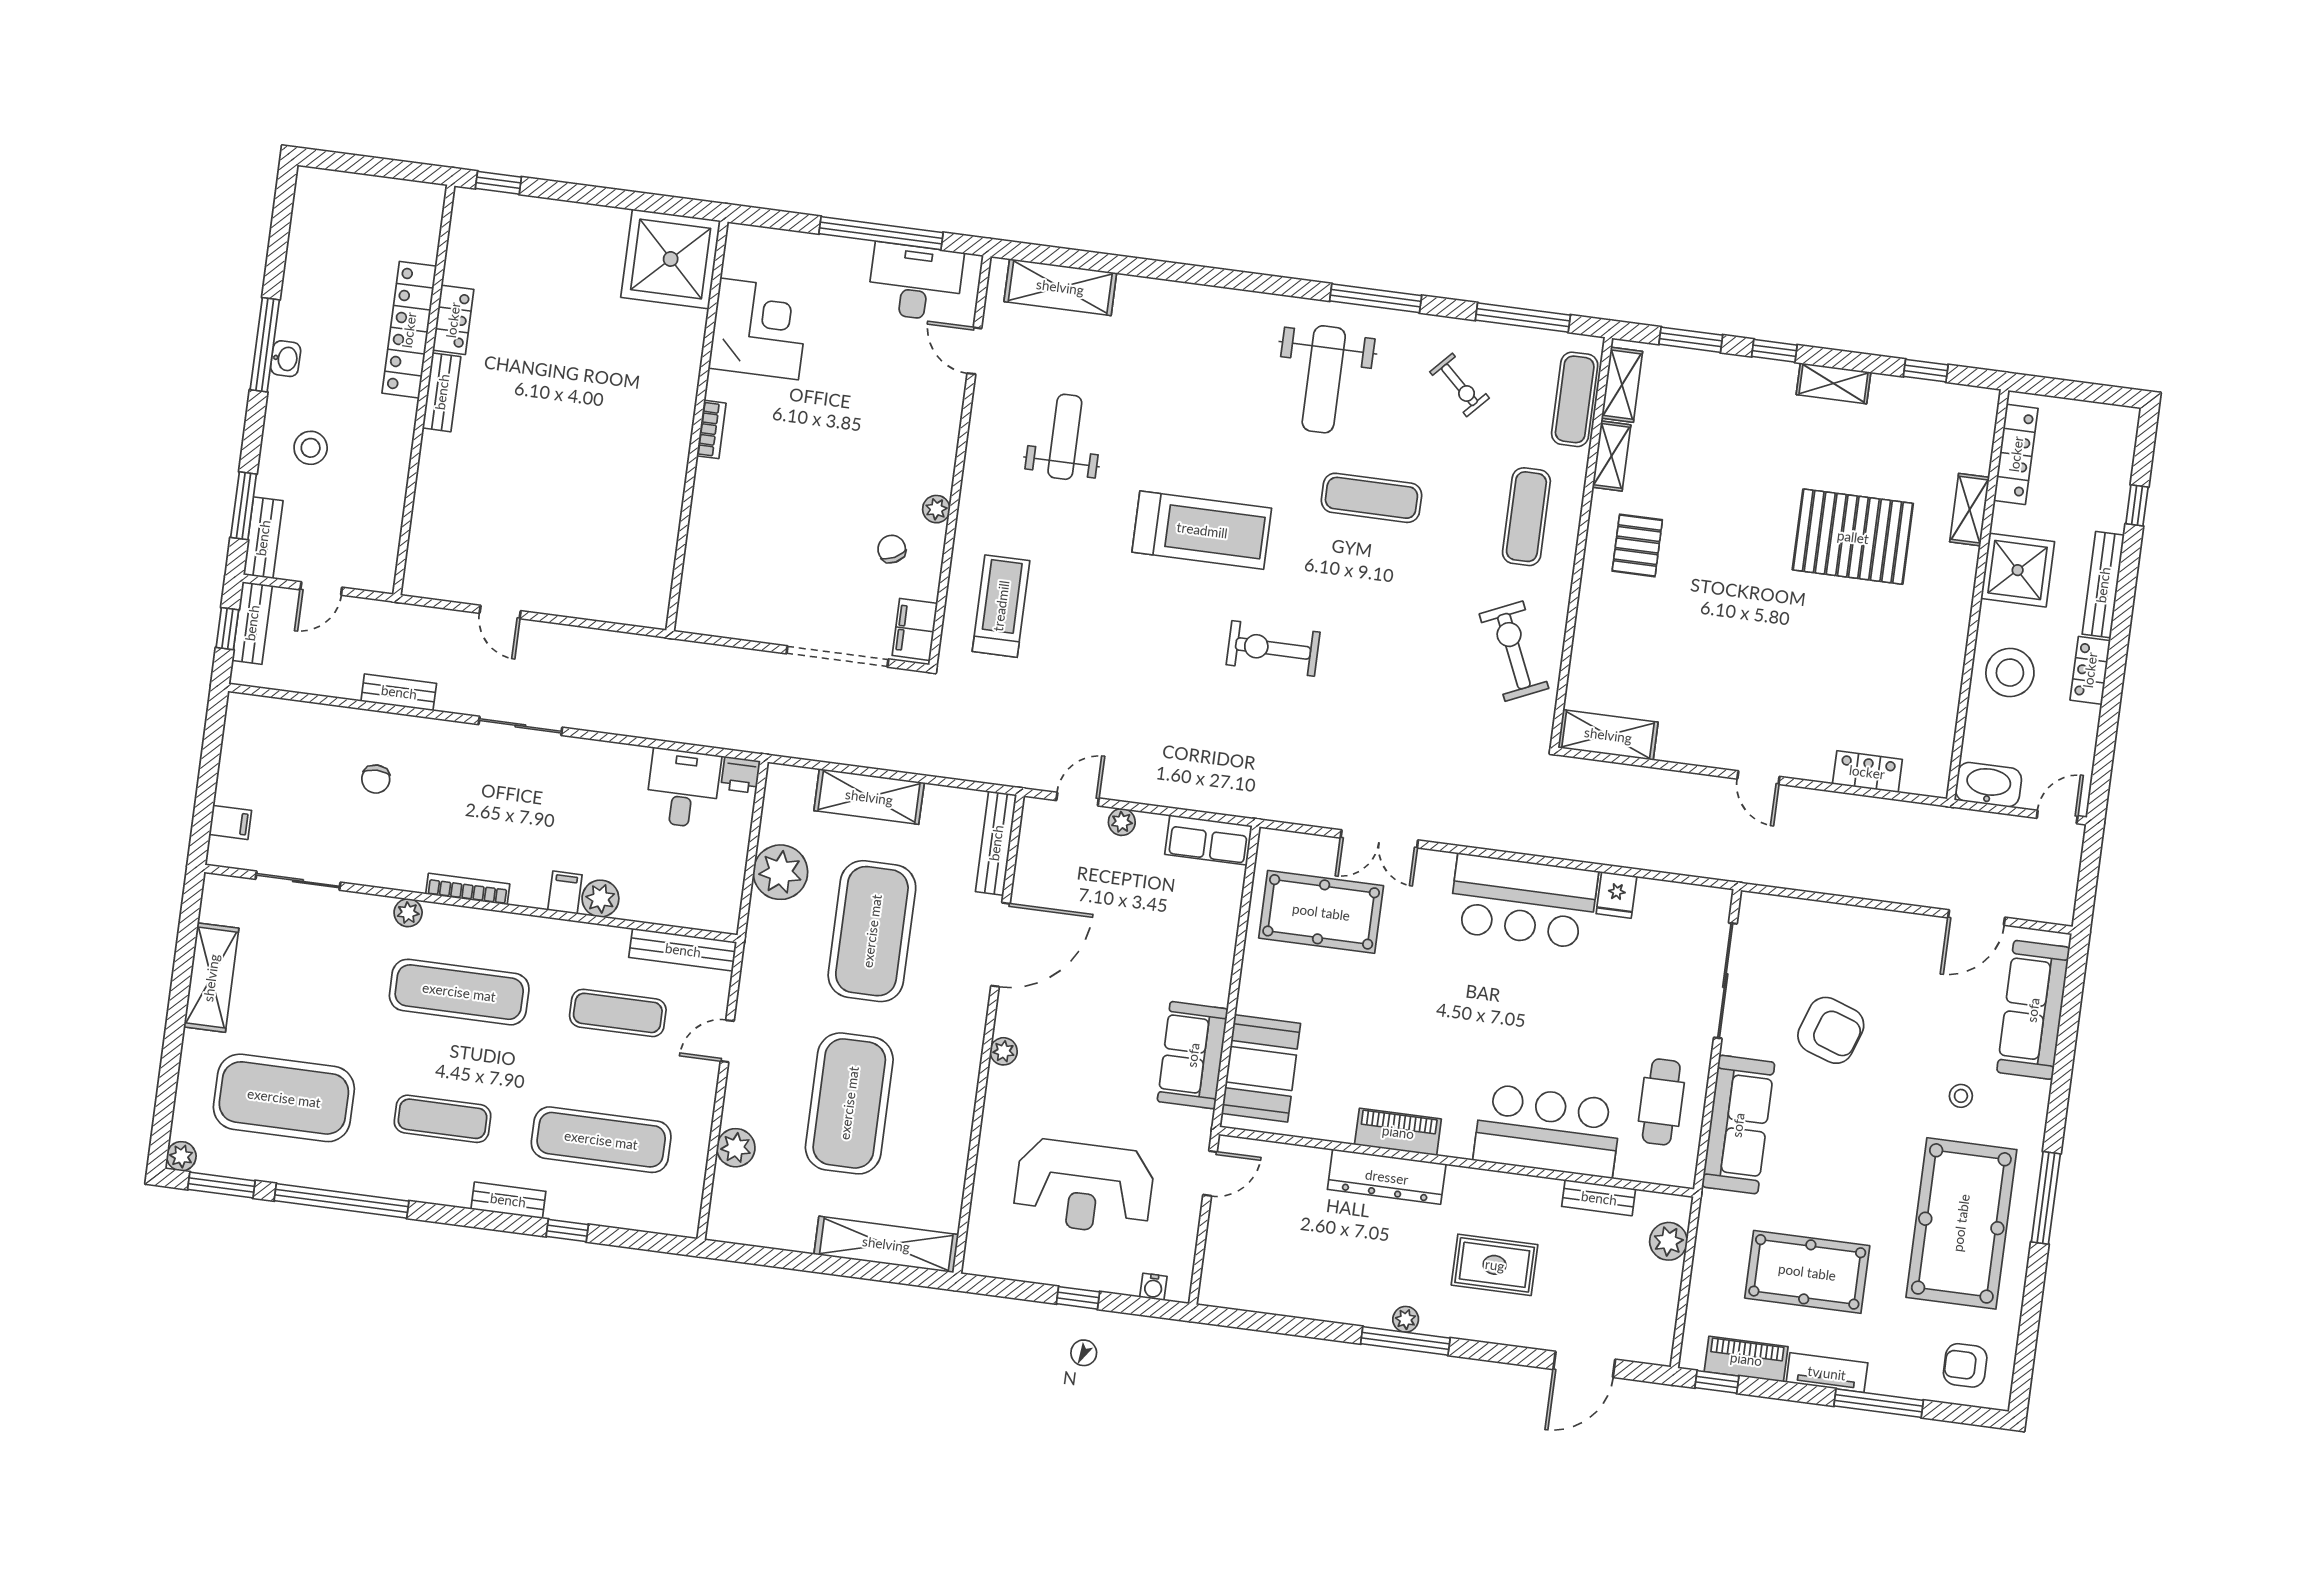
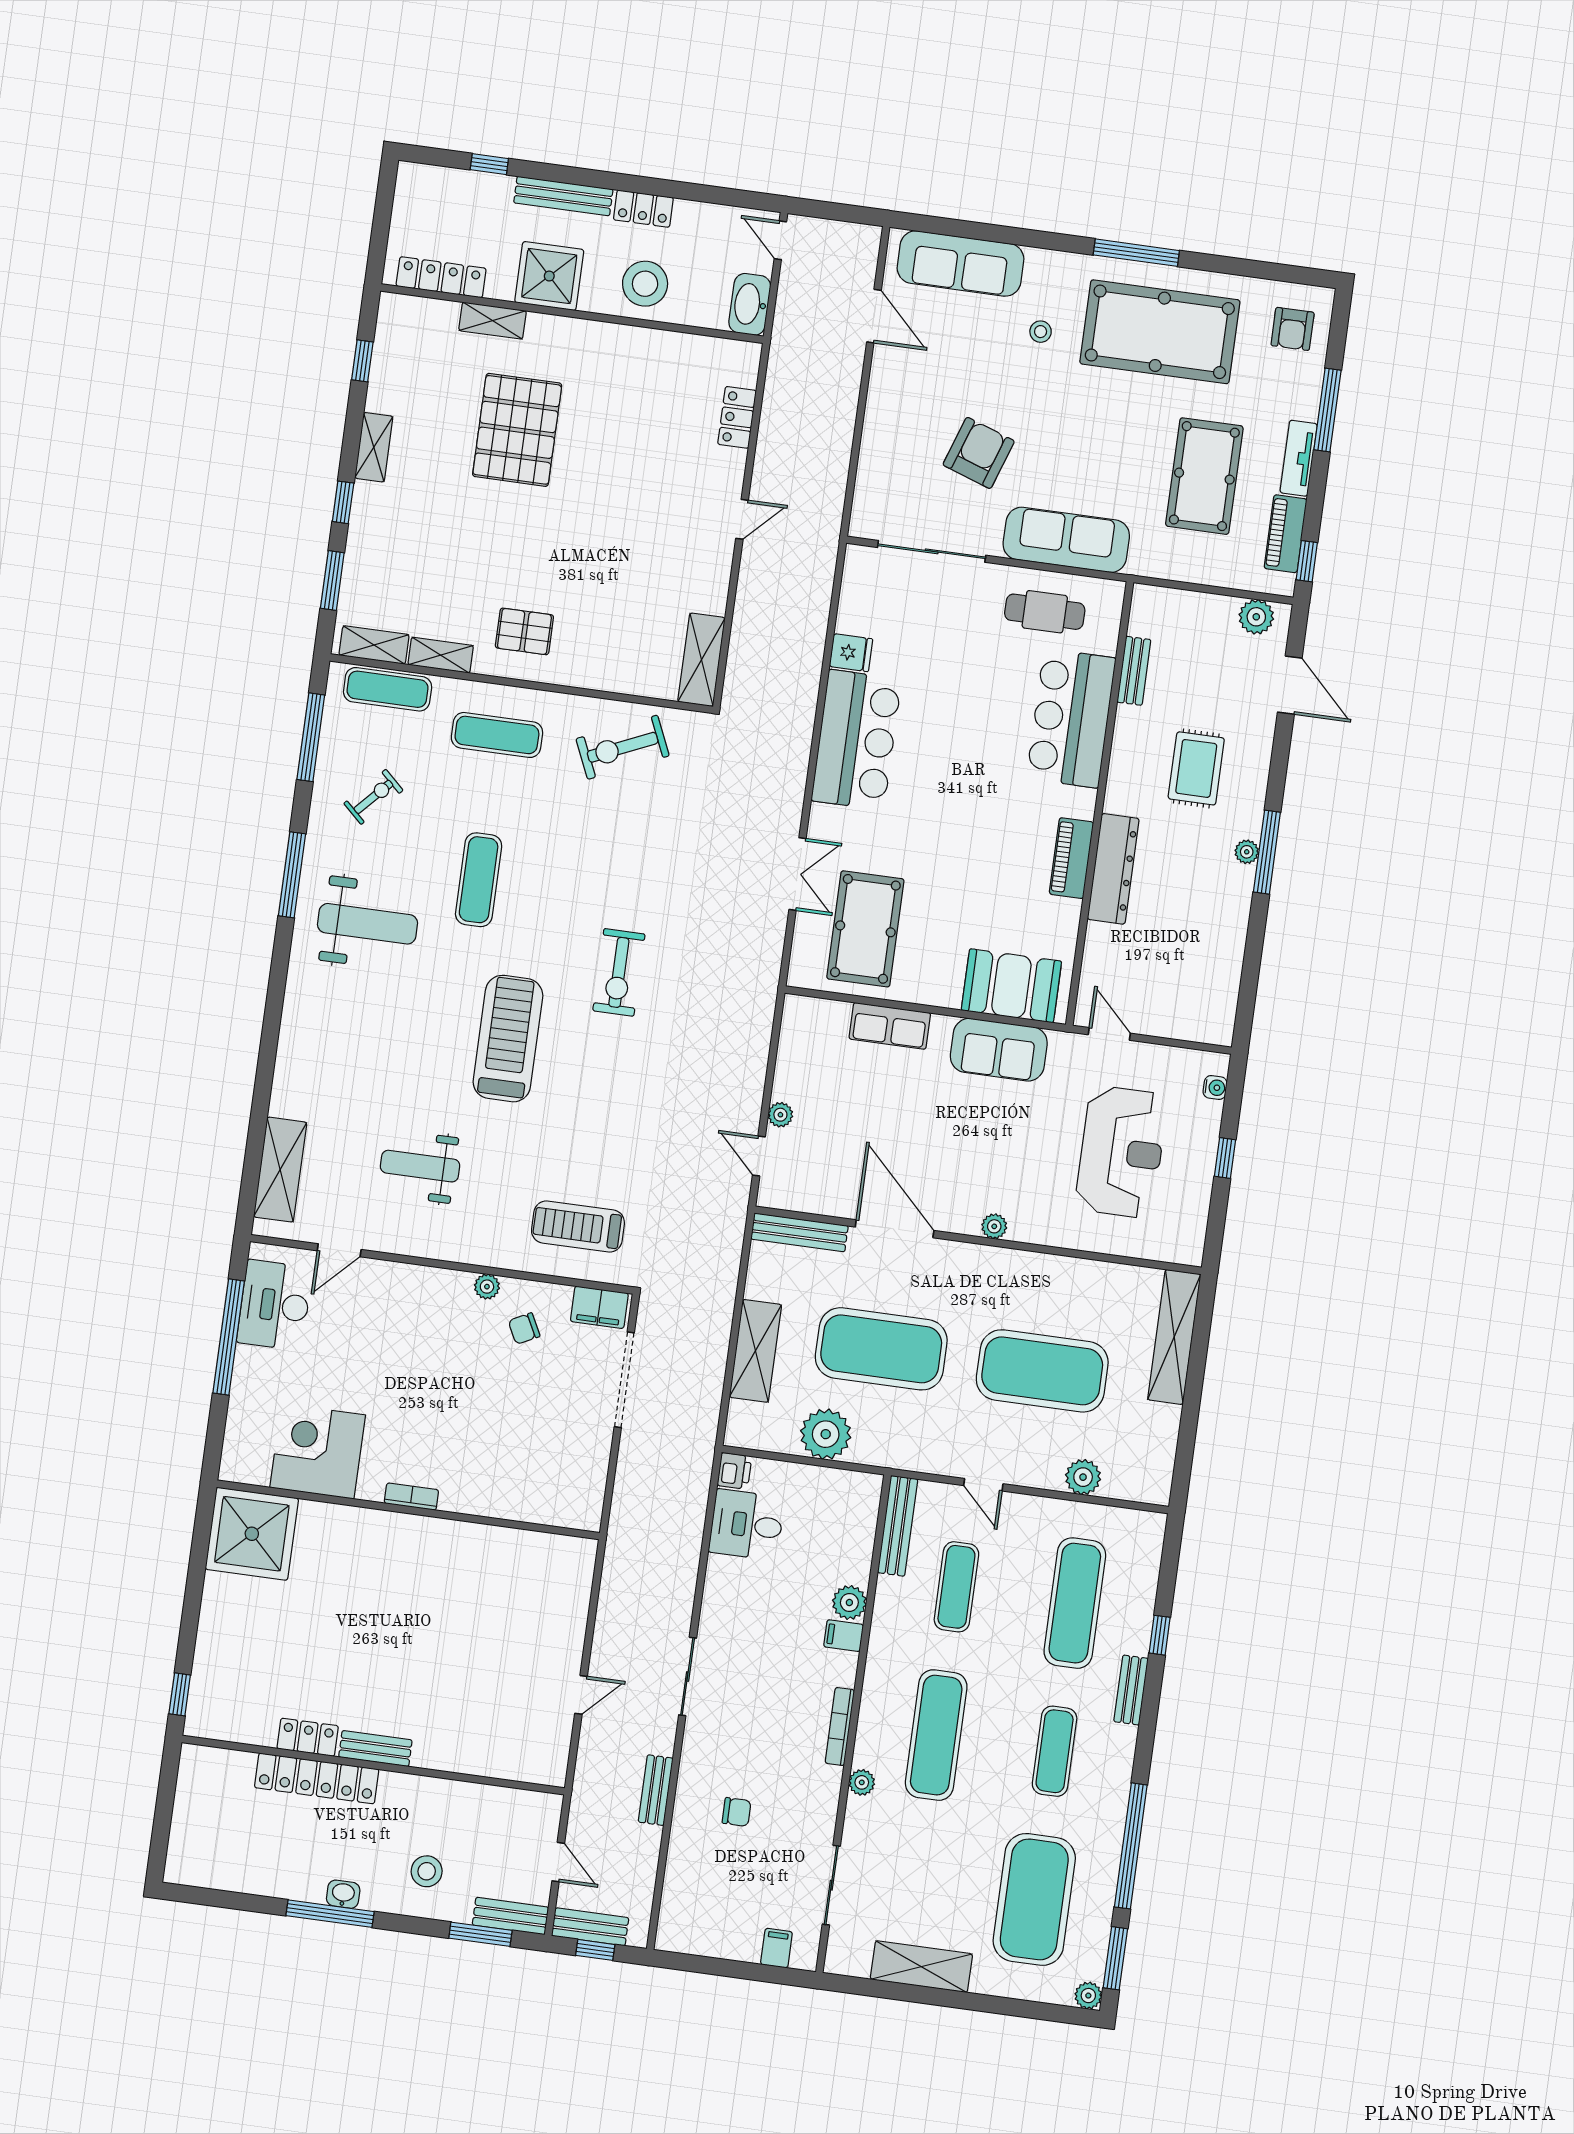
row of seats: (1209, 840) -> (890, 1026), moved, turned 90
plant: (1668, 1241) -> (1256, 617), moved

